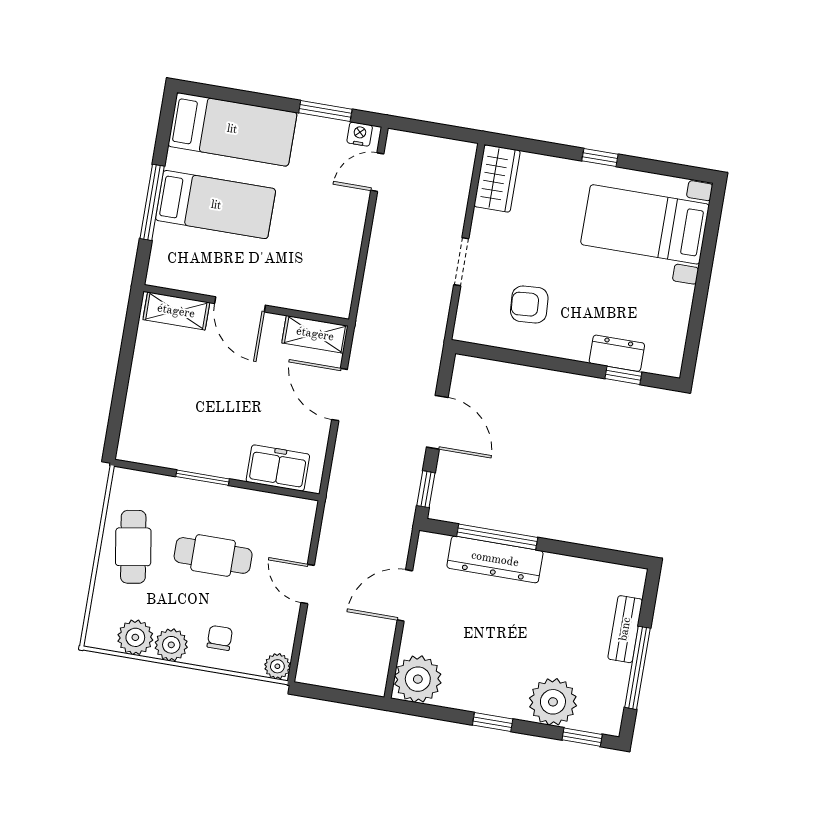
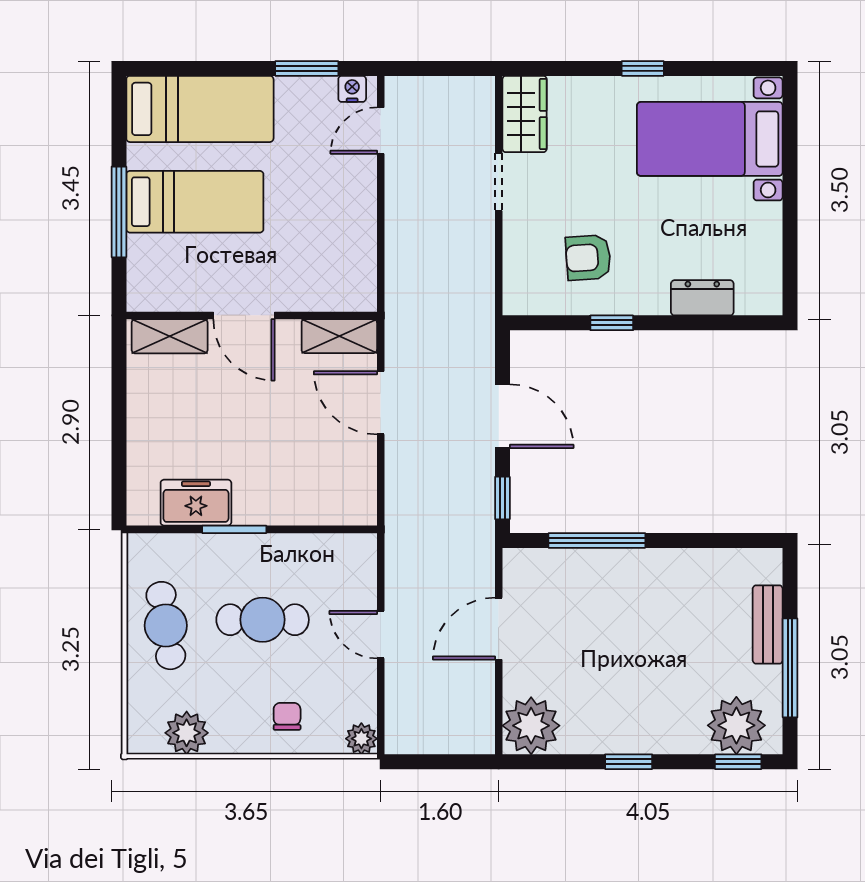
doorway: (461, 262) -> (499, 182), moved
window: (623, 375) -> (612, 323), moved
freezer: (278, 468) -> (196, 503), moved
dresser: (495, 559) -> (599, 568), removed
plant: (171, 645) -> (231, 734), removed
plant: (553, 702) -> (736, 725), moved

